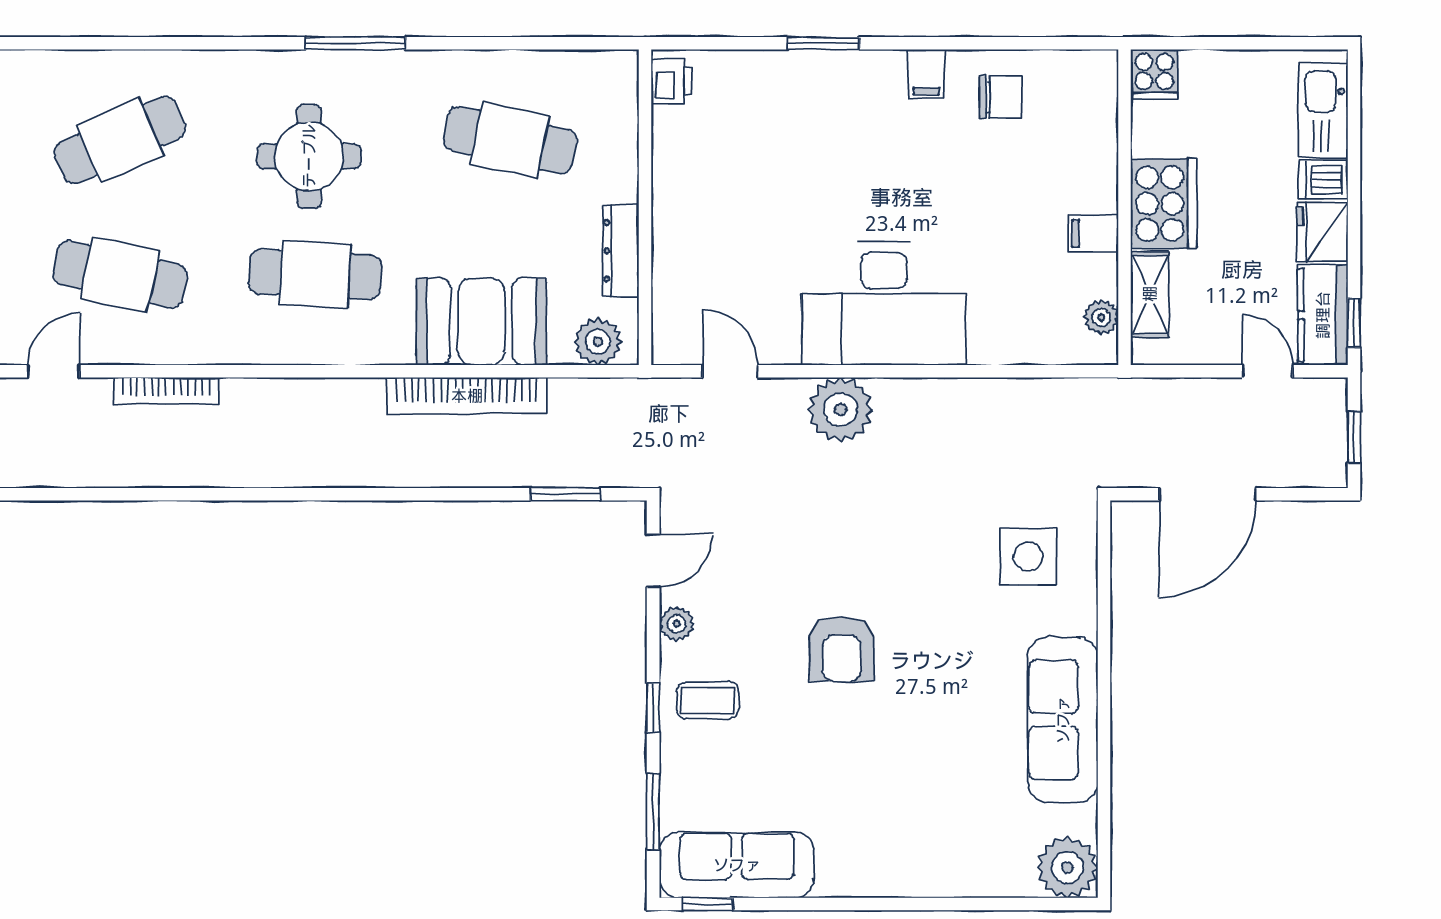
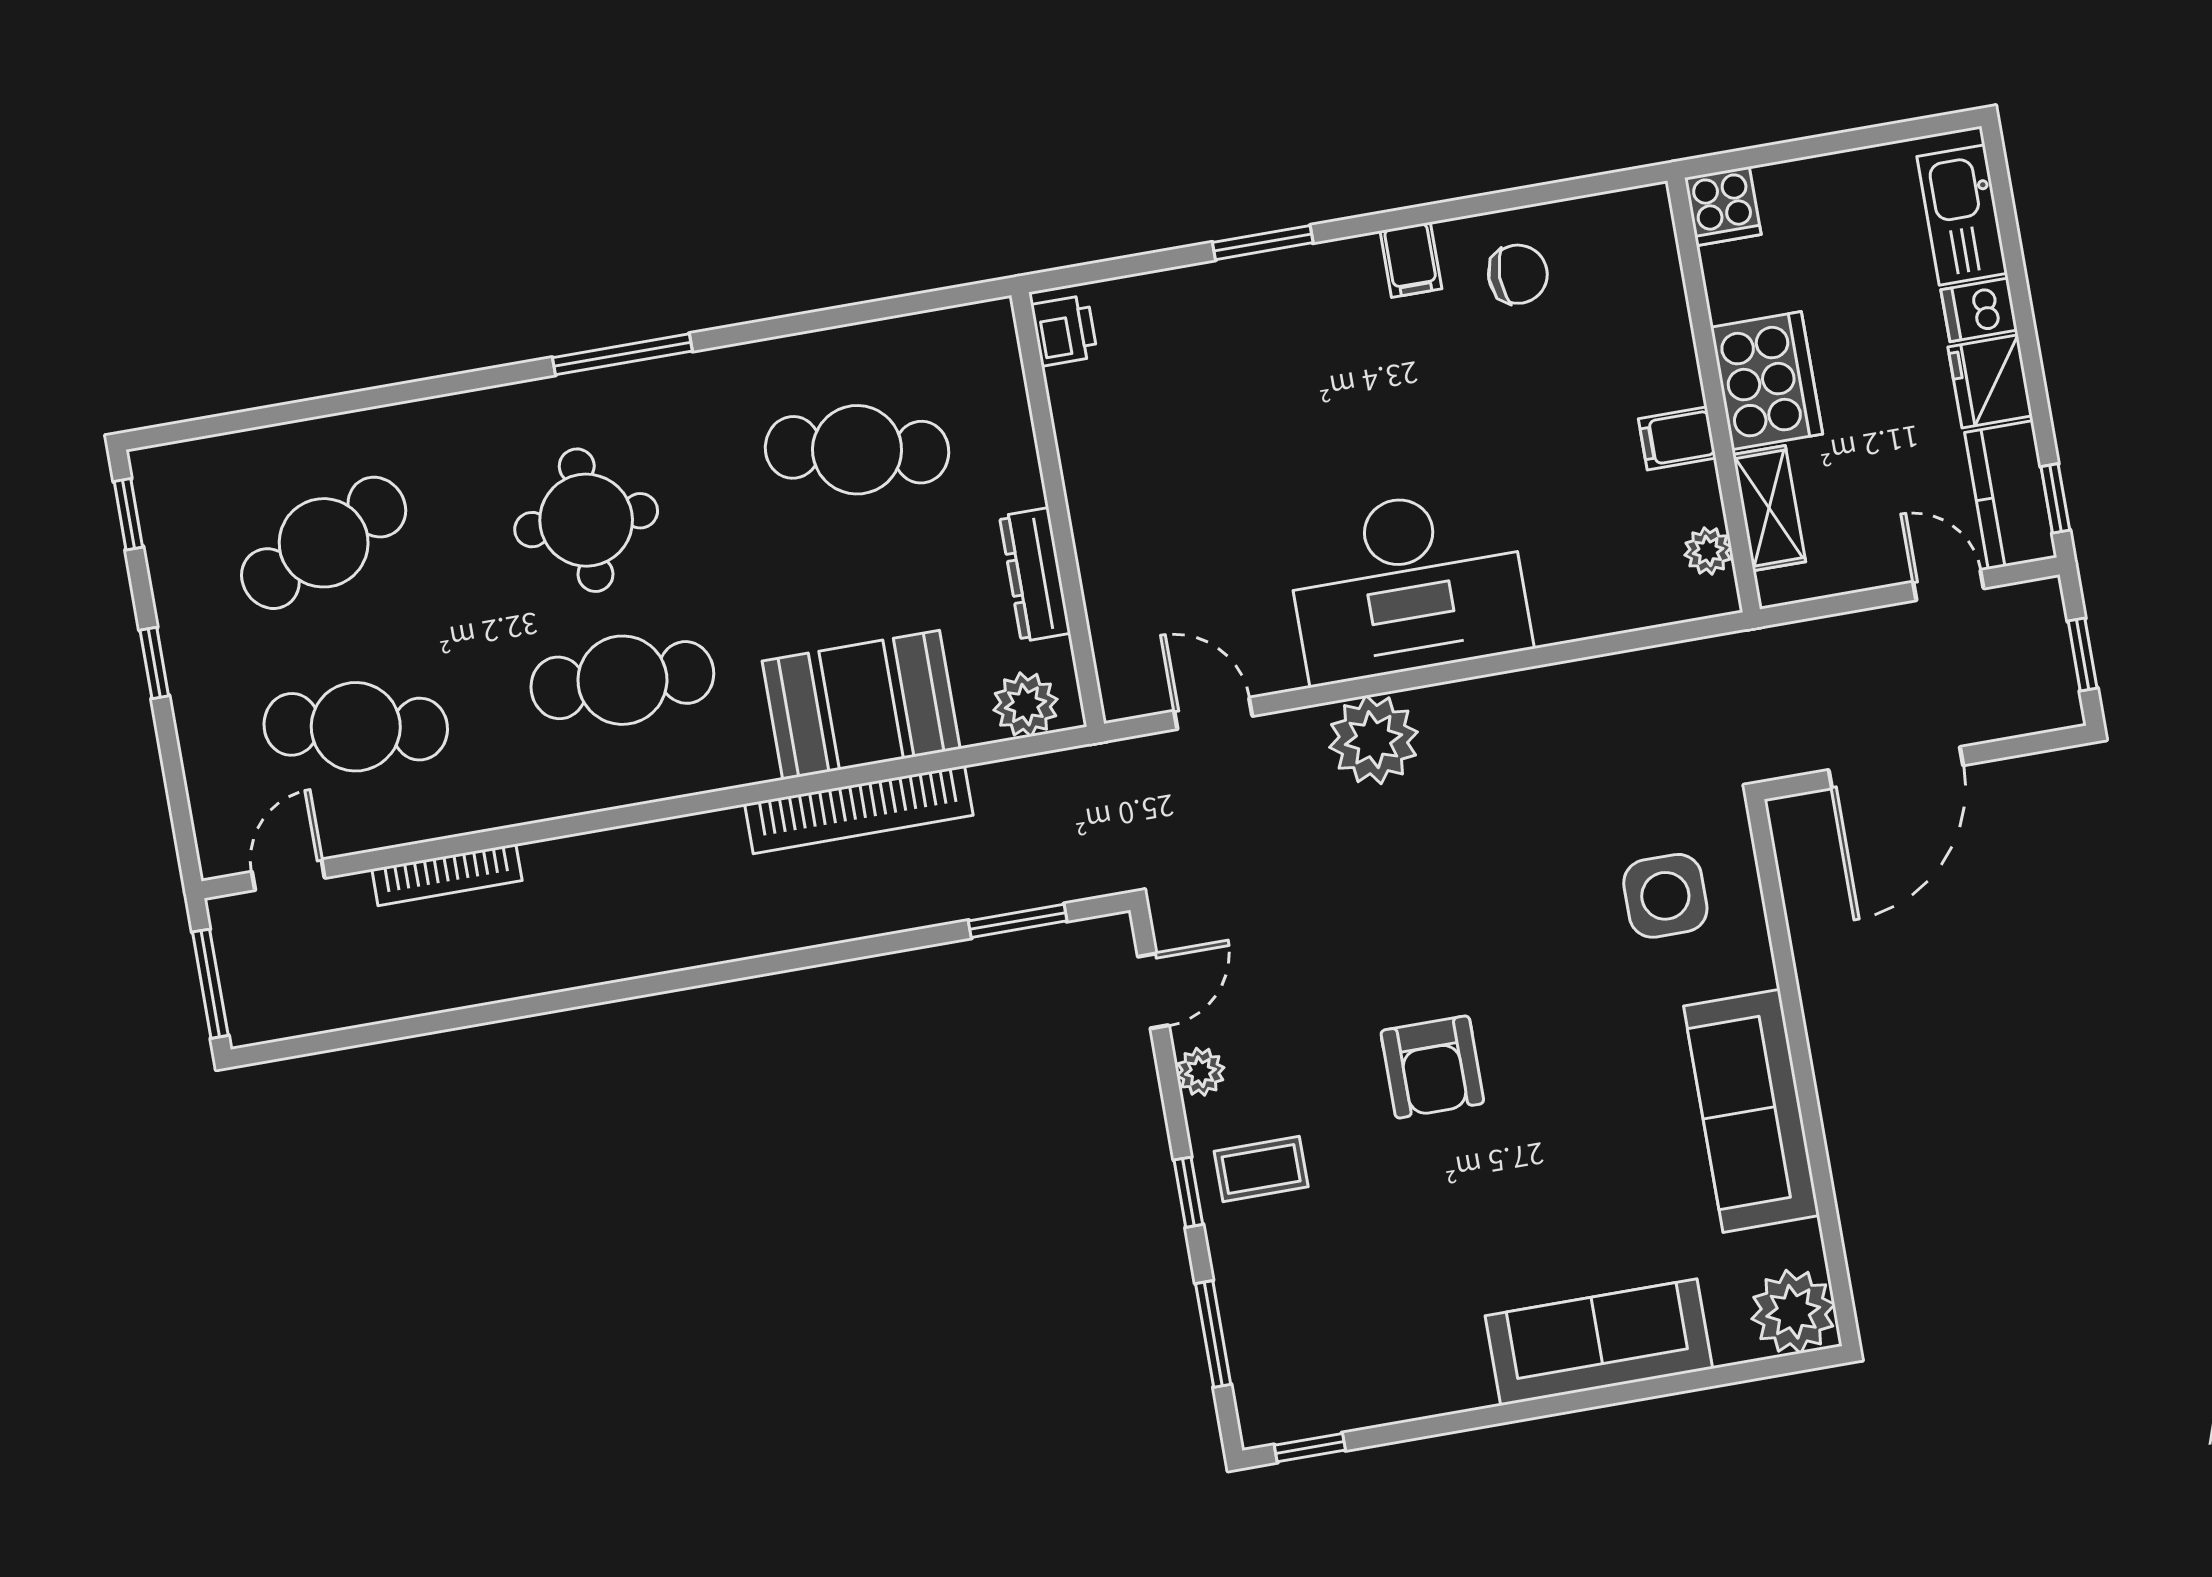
sofa: (737, 865) -> (1599, 1342), moved

